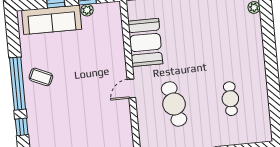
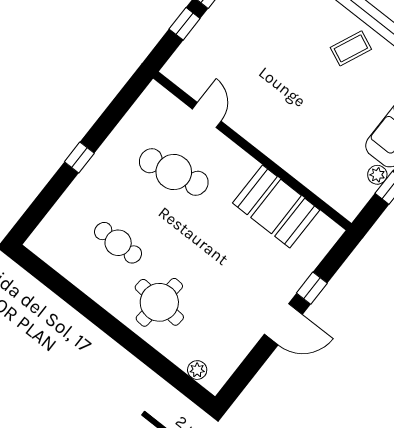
round table: (240, 54) -> (159, 302), added
door: (131, 89) -> (207, 115), moved

